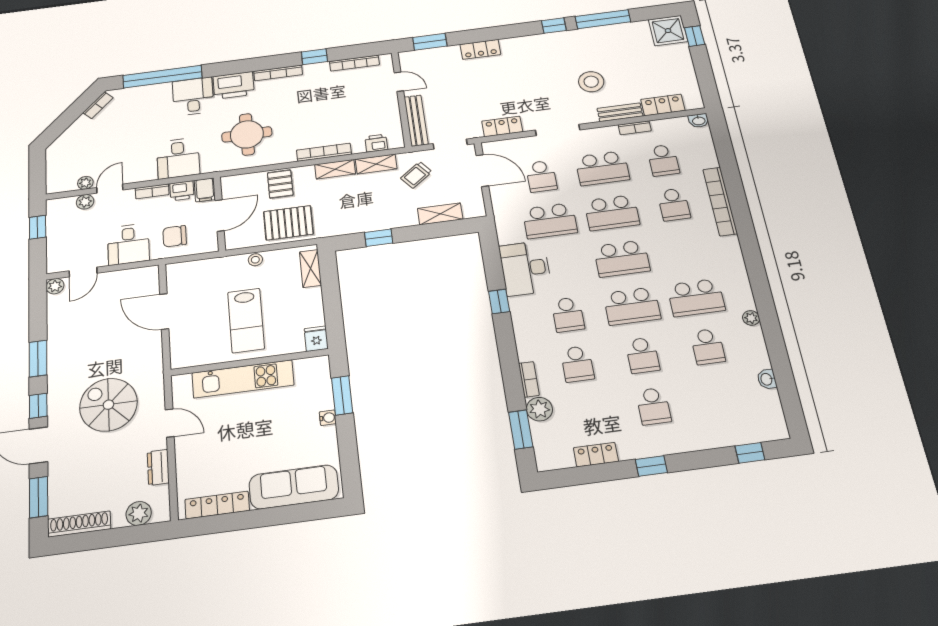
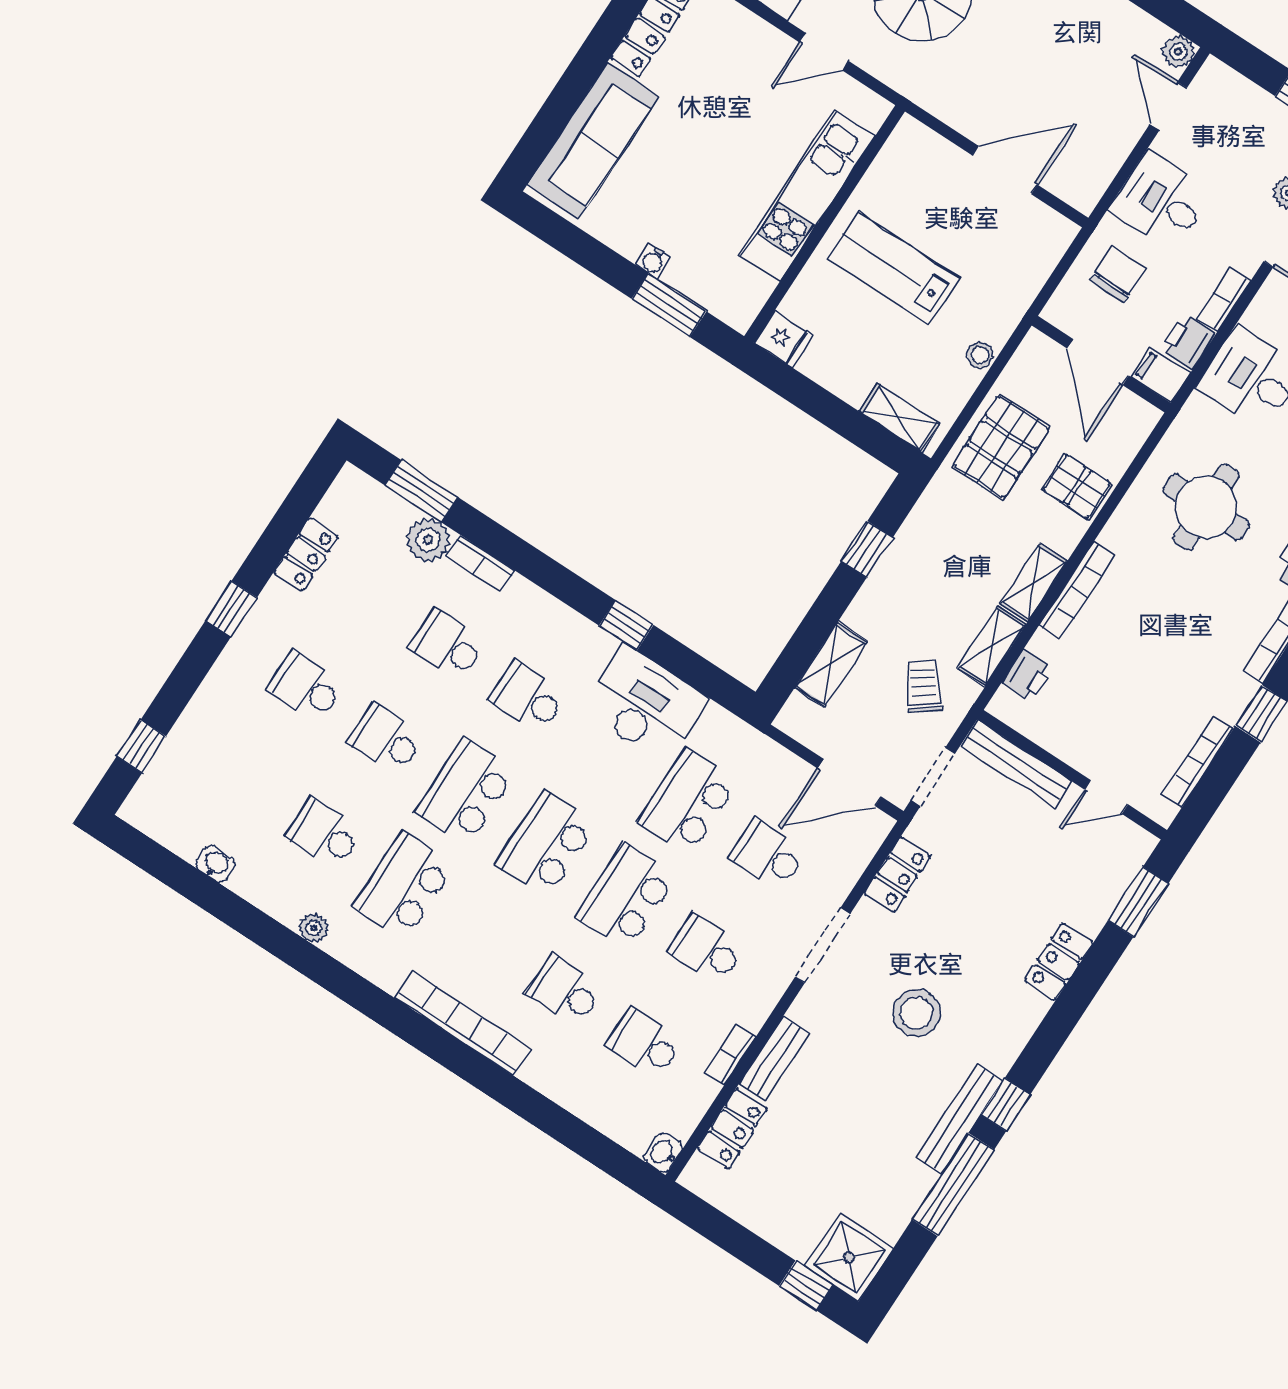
bench: (576, 36) -> (959, 1119), added
stool: (591, 82) -> (917, 1013), moved
school desk: (602, 168) -> (706, 949), width x0.54
bookcase: (720, 201) -> (463, 1023), moved

